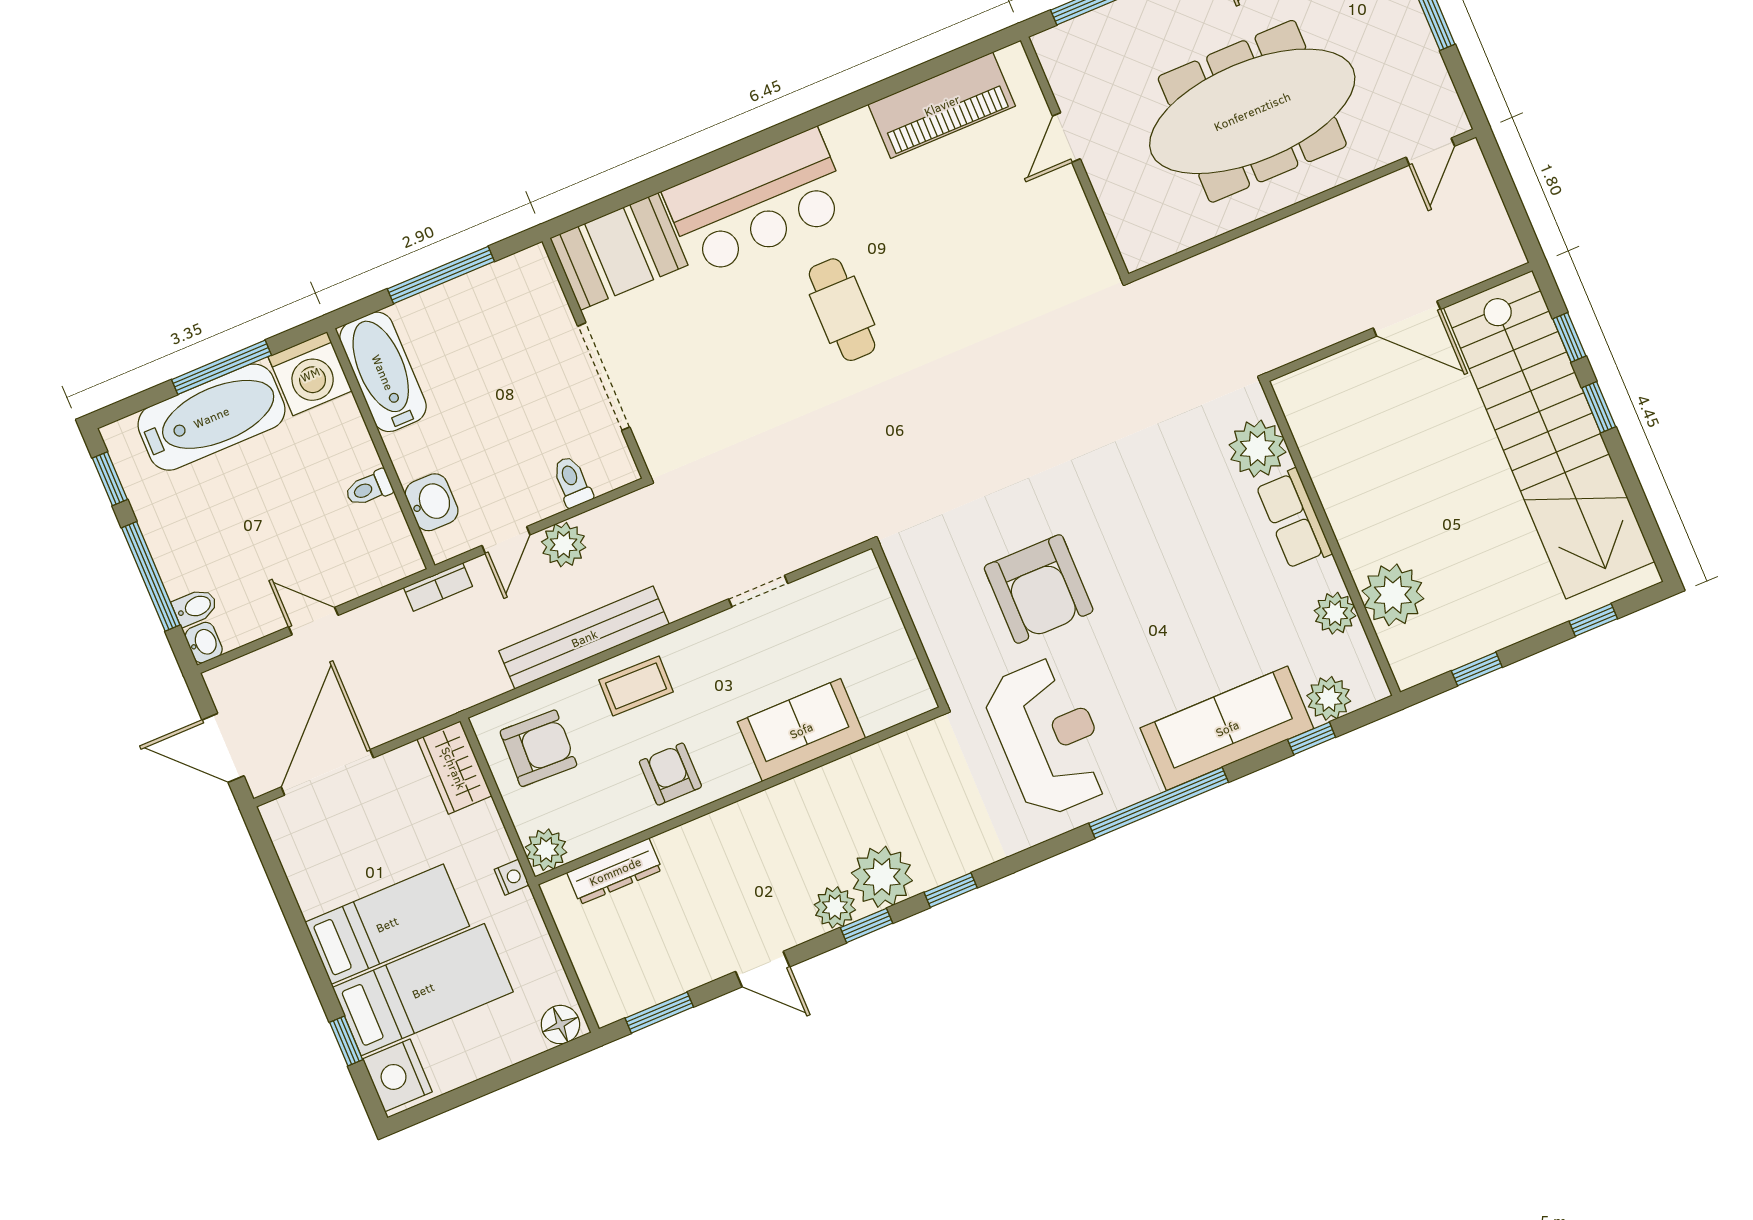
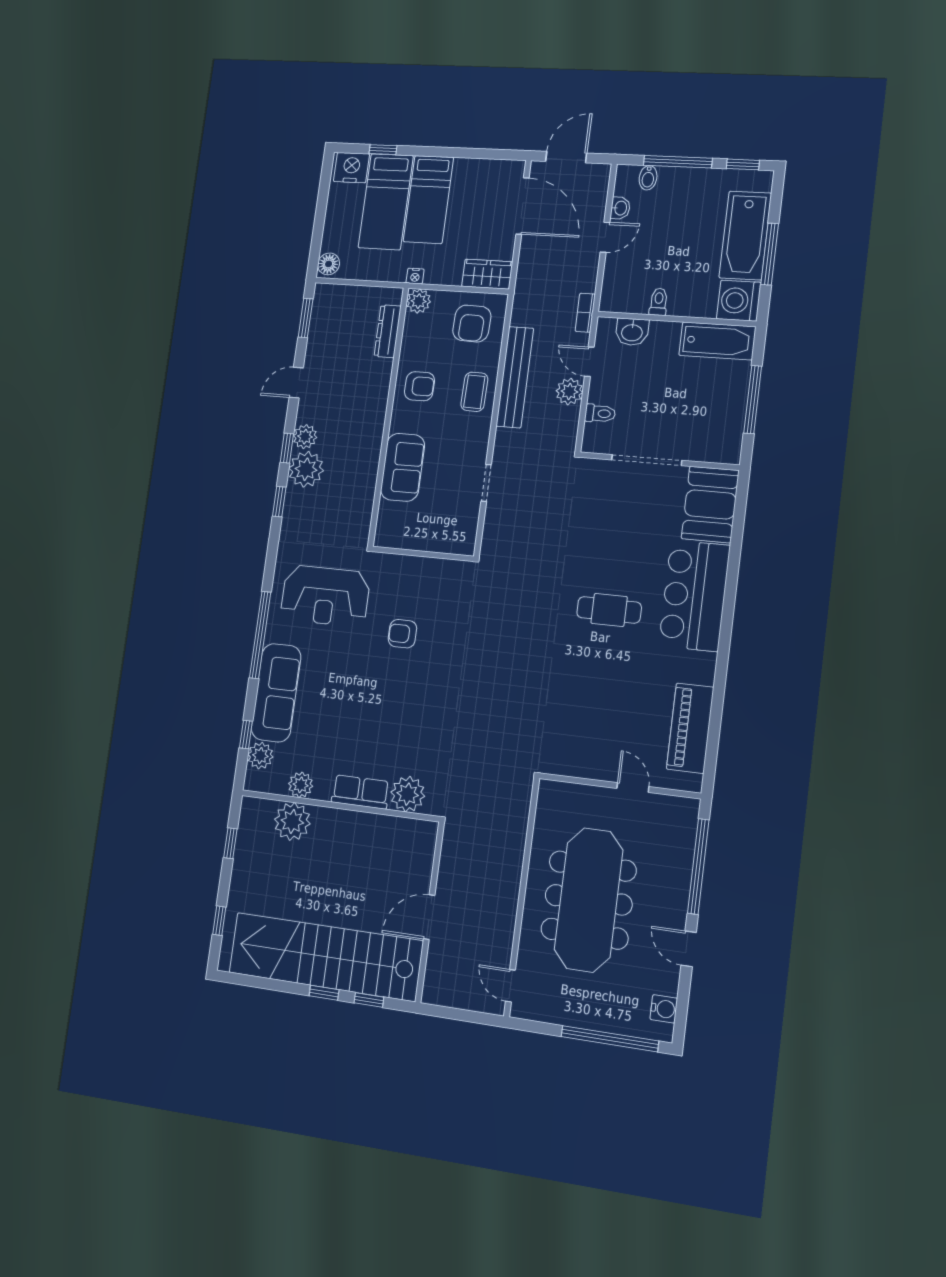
armchair: (1039, 589) -> (402, 634), width x0.53, depth x0.53
washbasin: (204, 643) -> (620, 208), moved, turned -90

